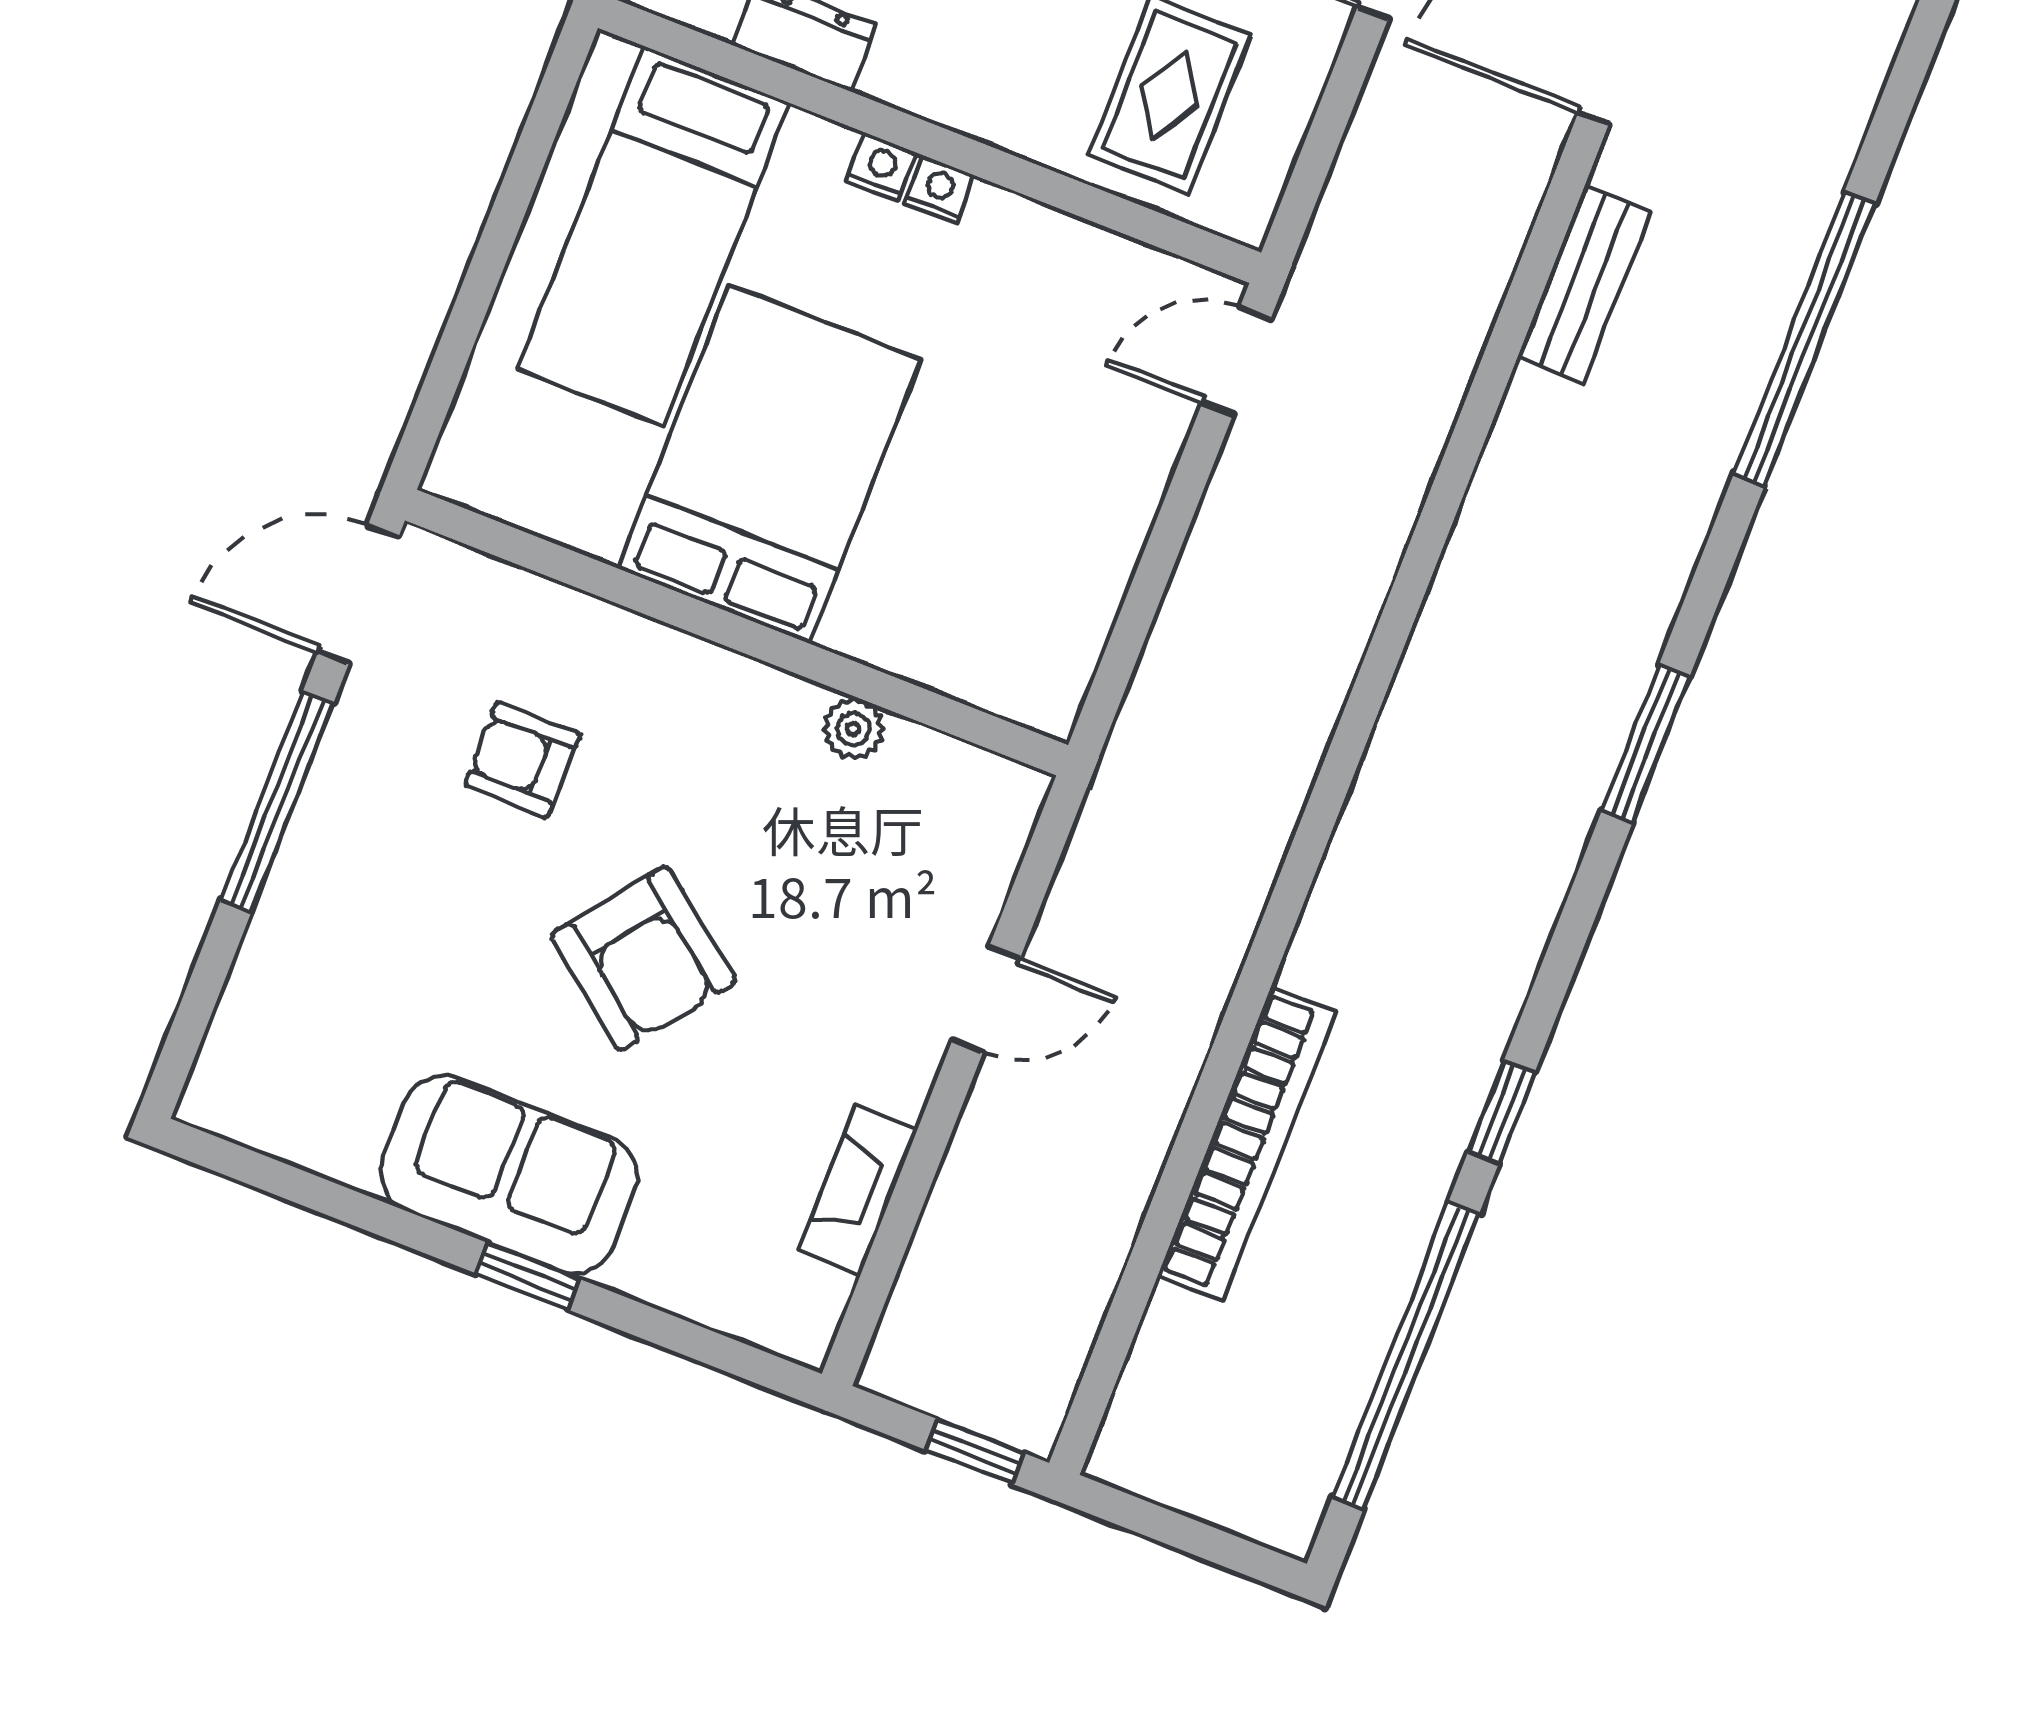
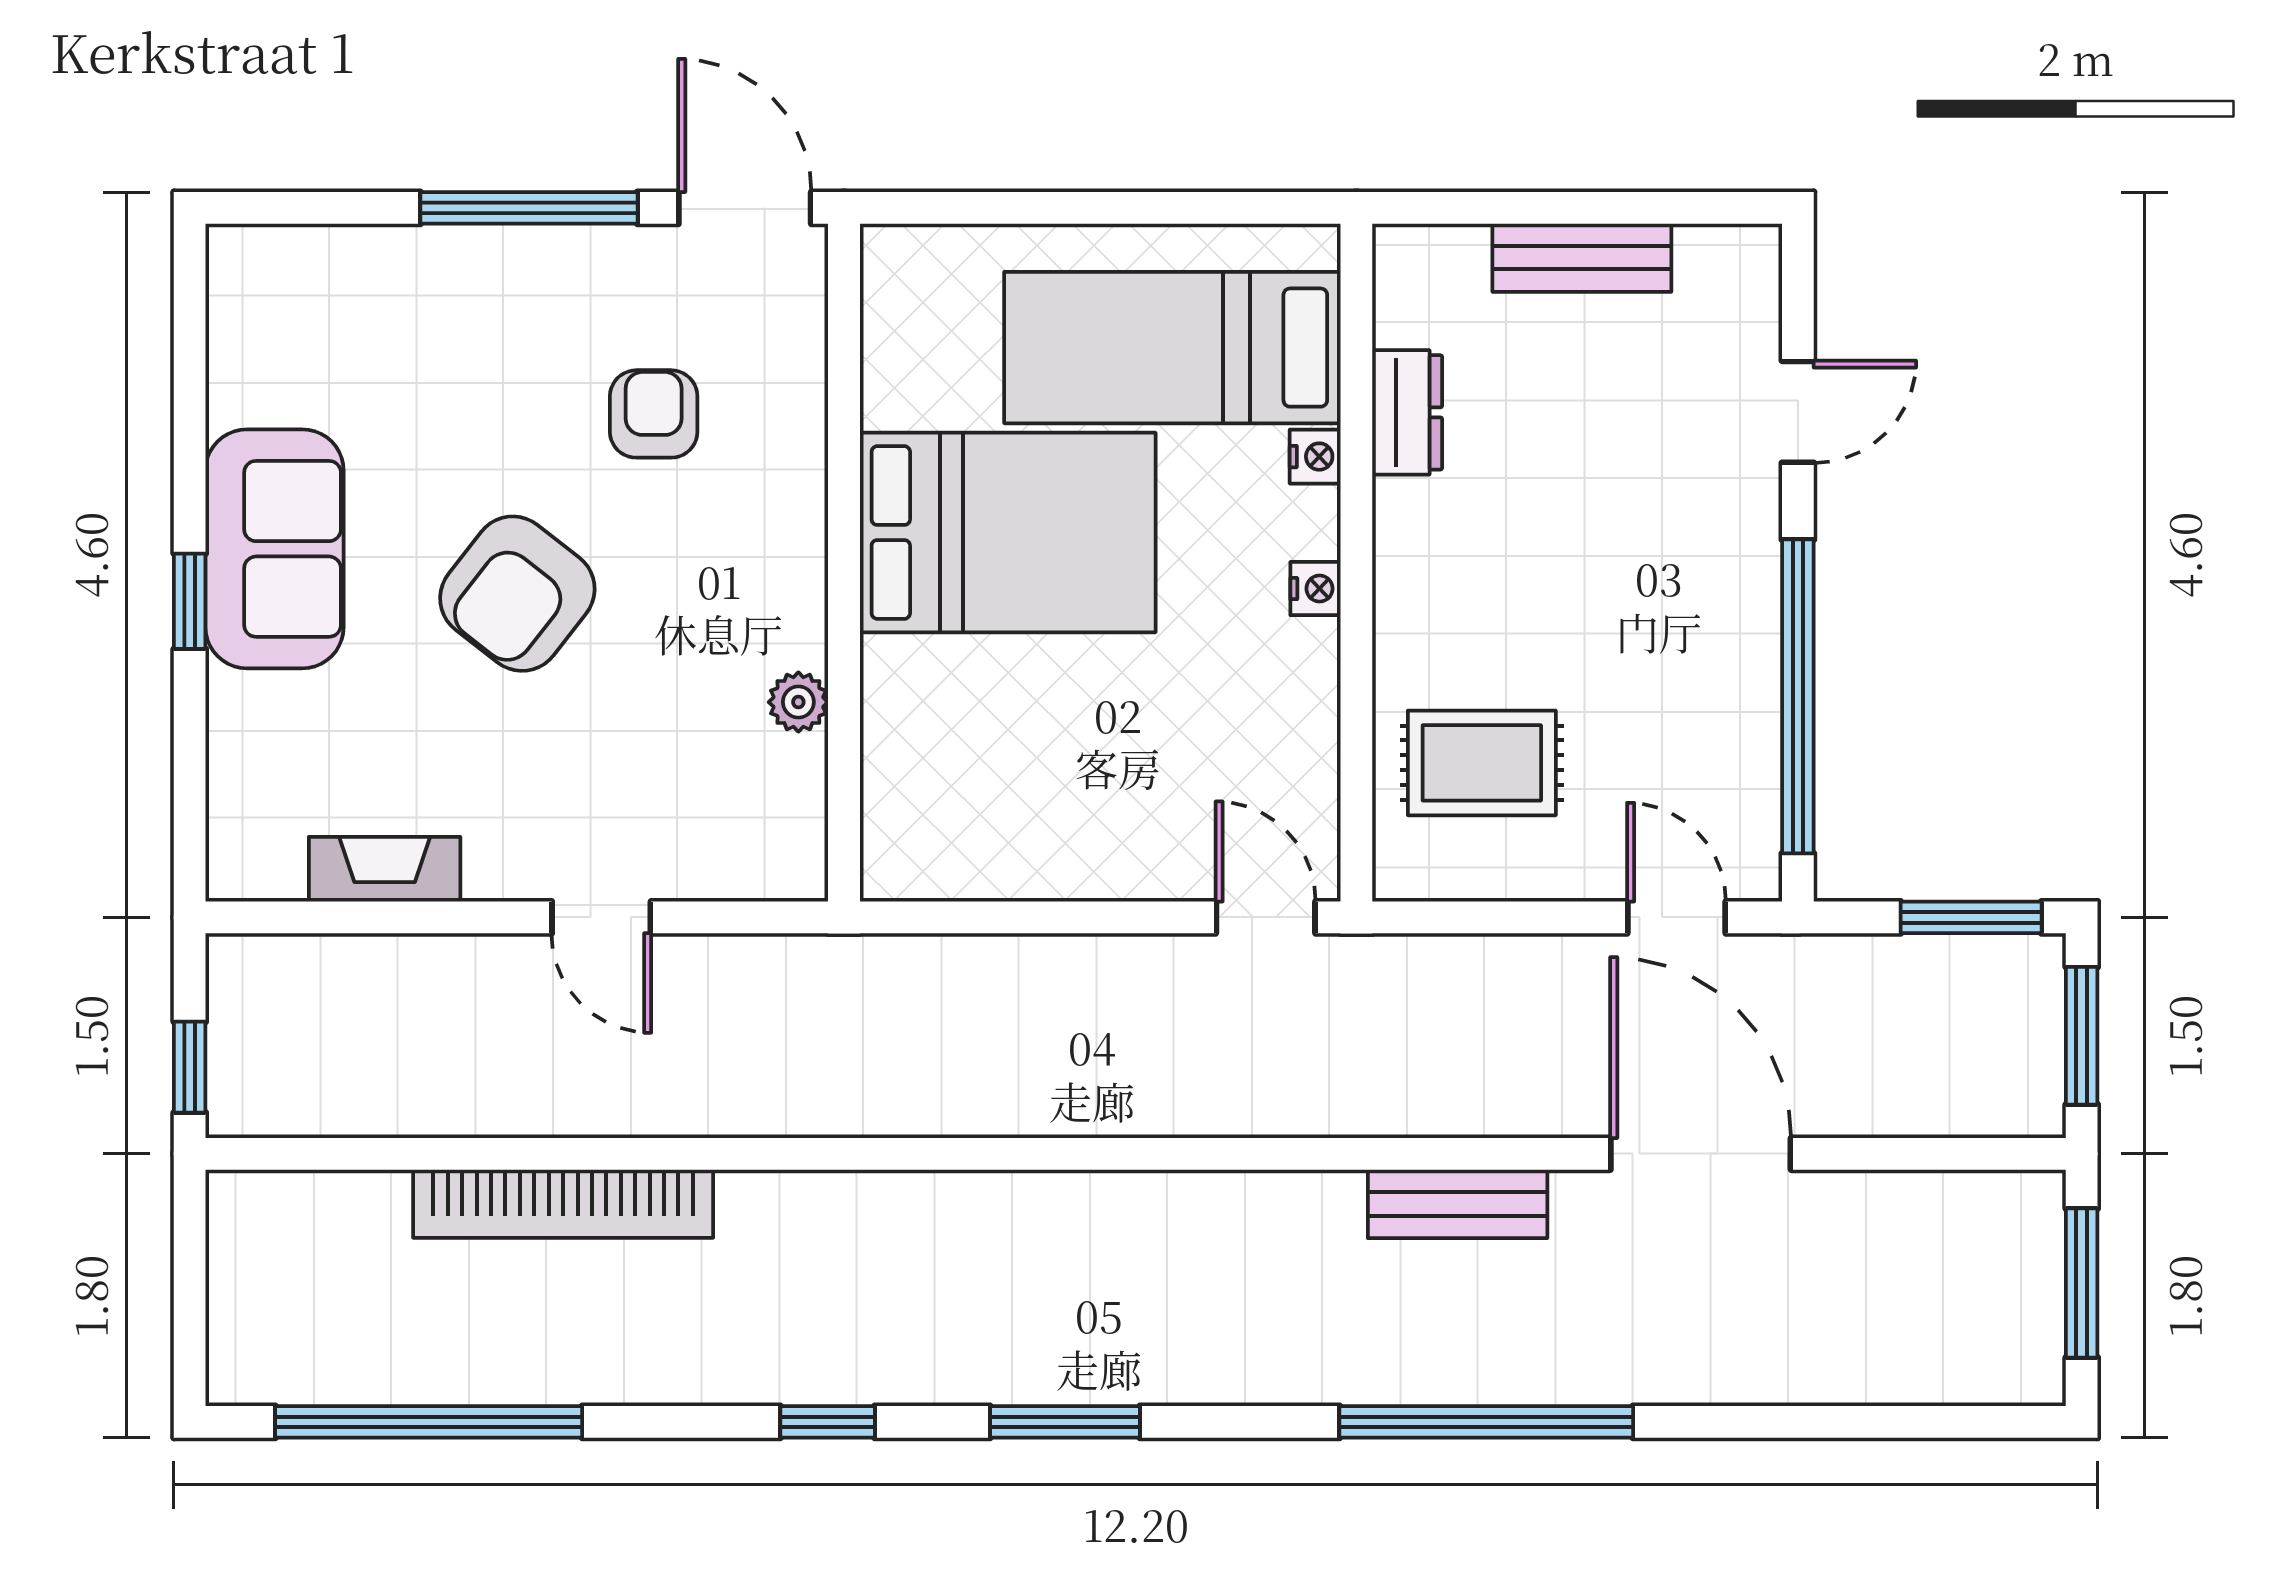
nightstand: (881, 167) -> (1315, 457), moved
window: (1501, 1112) -> (828, 1422), moved

